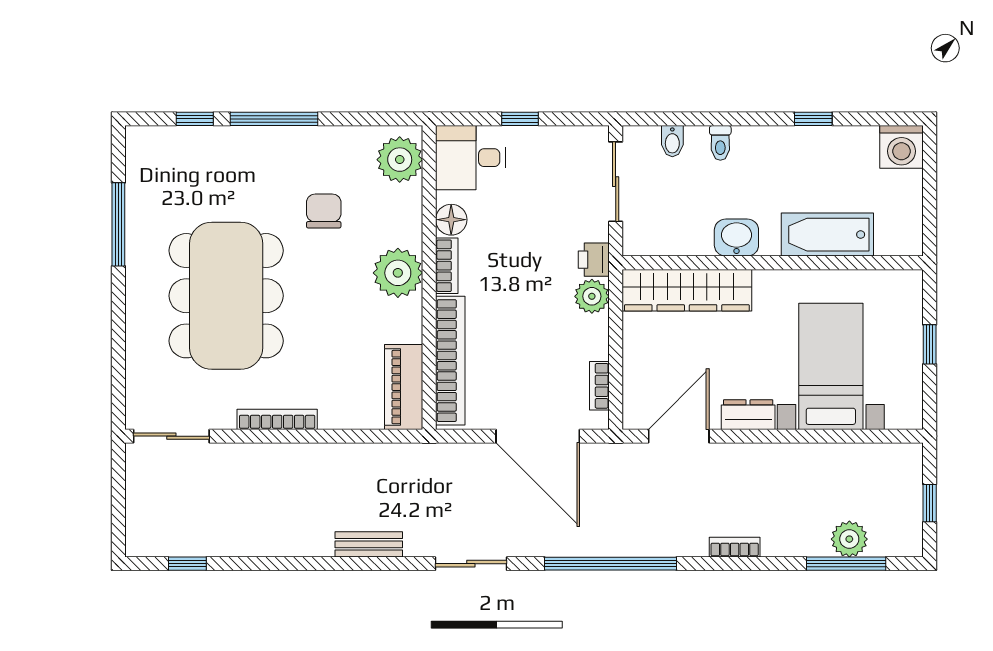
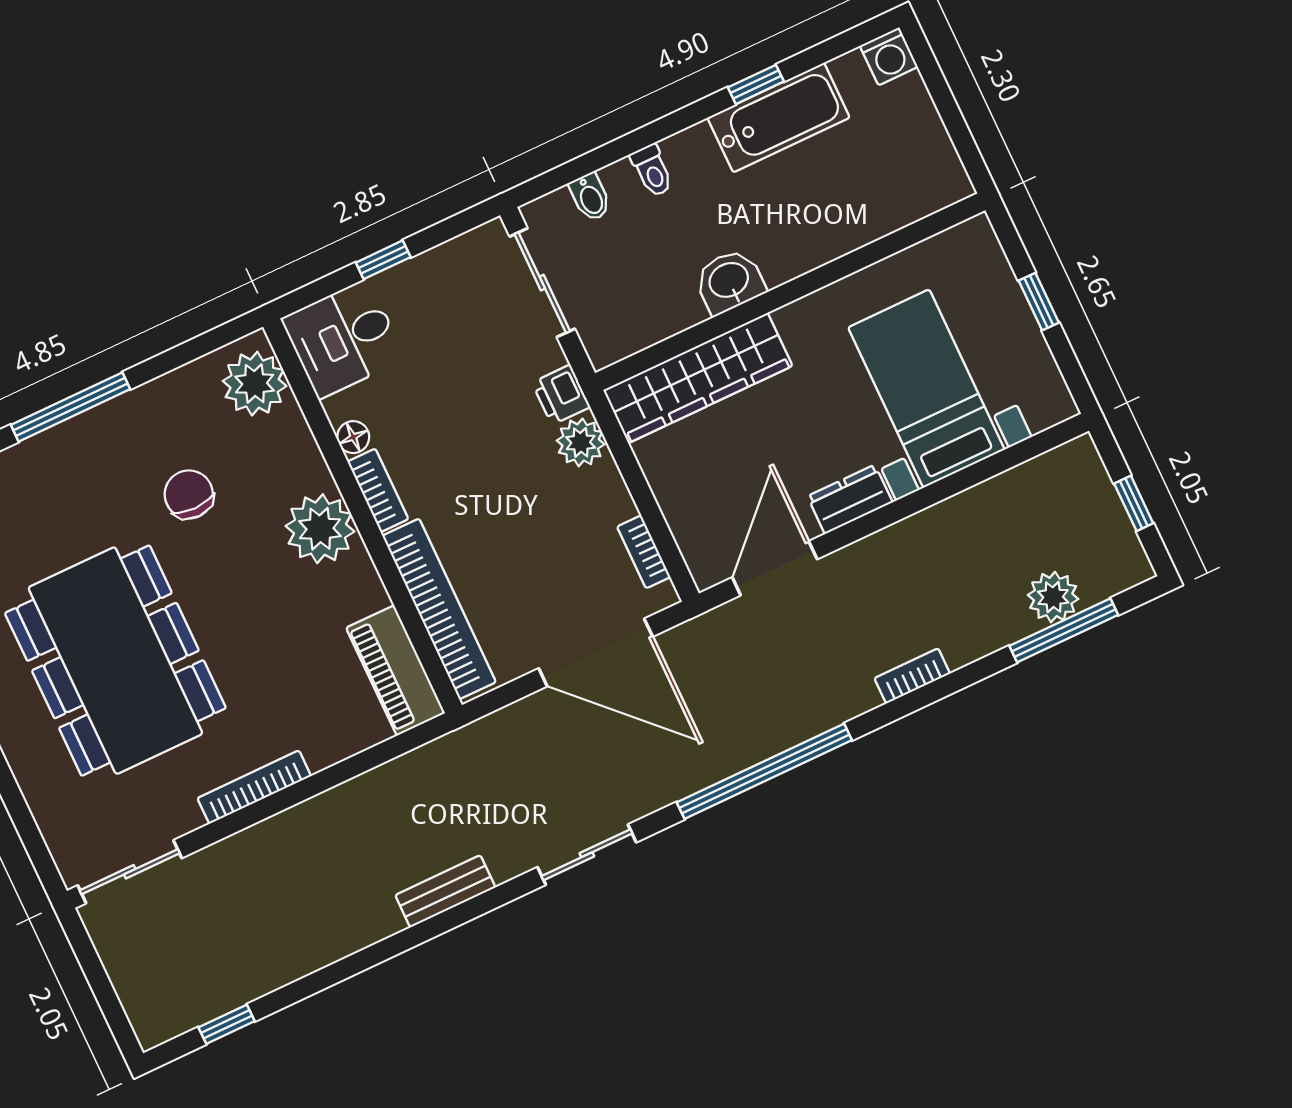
washing machine: (902, 147) -> (889, 56), width x0.73, depth x0.73
floor lamp: (451, 220) -> (353, 437), width x0.73, depth x0.73
bathtub: (827, 235) -> (779, 118), moved, turned 180

